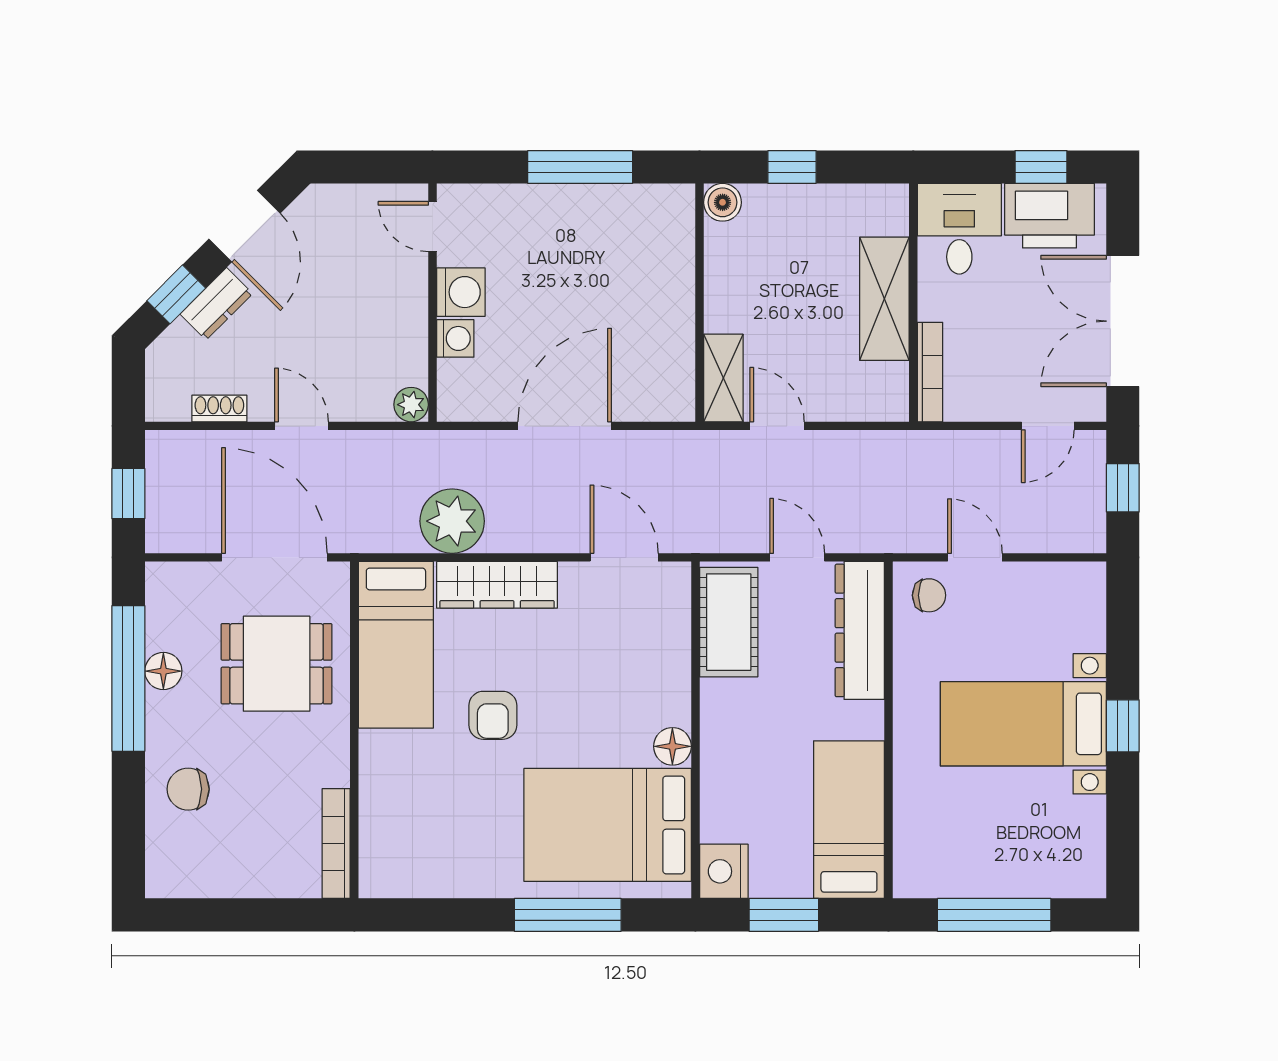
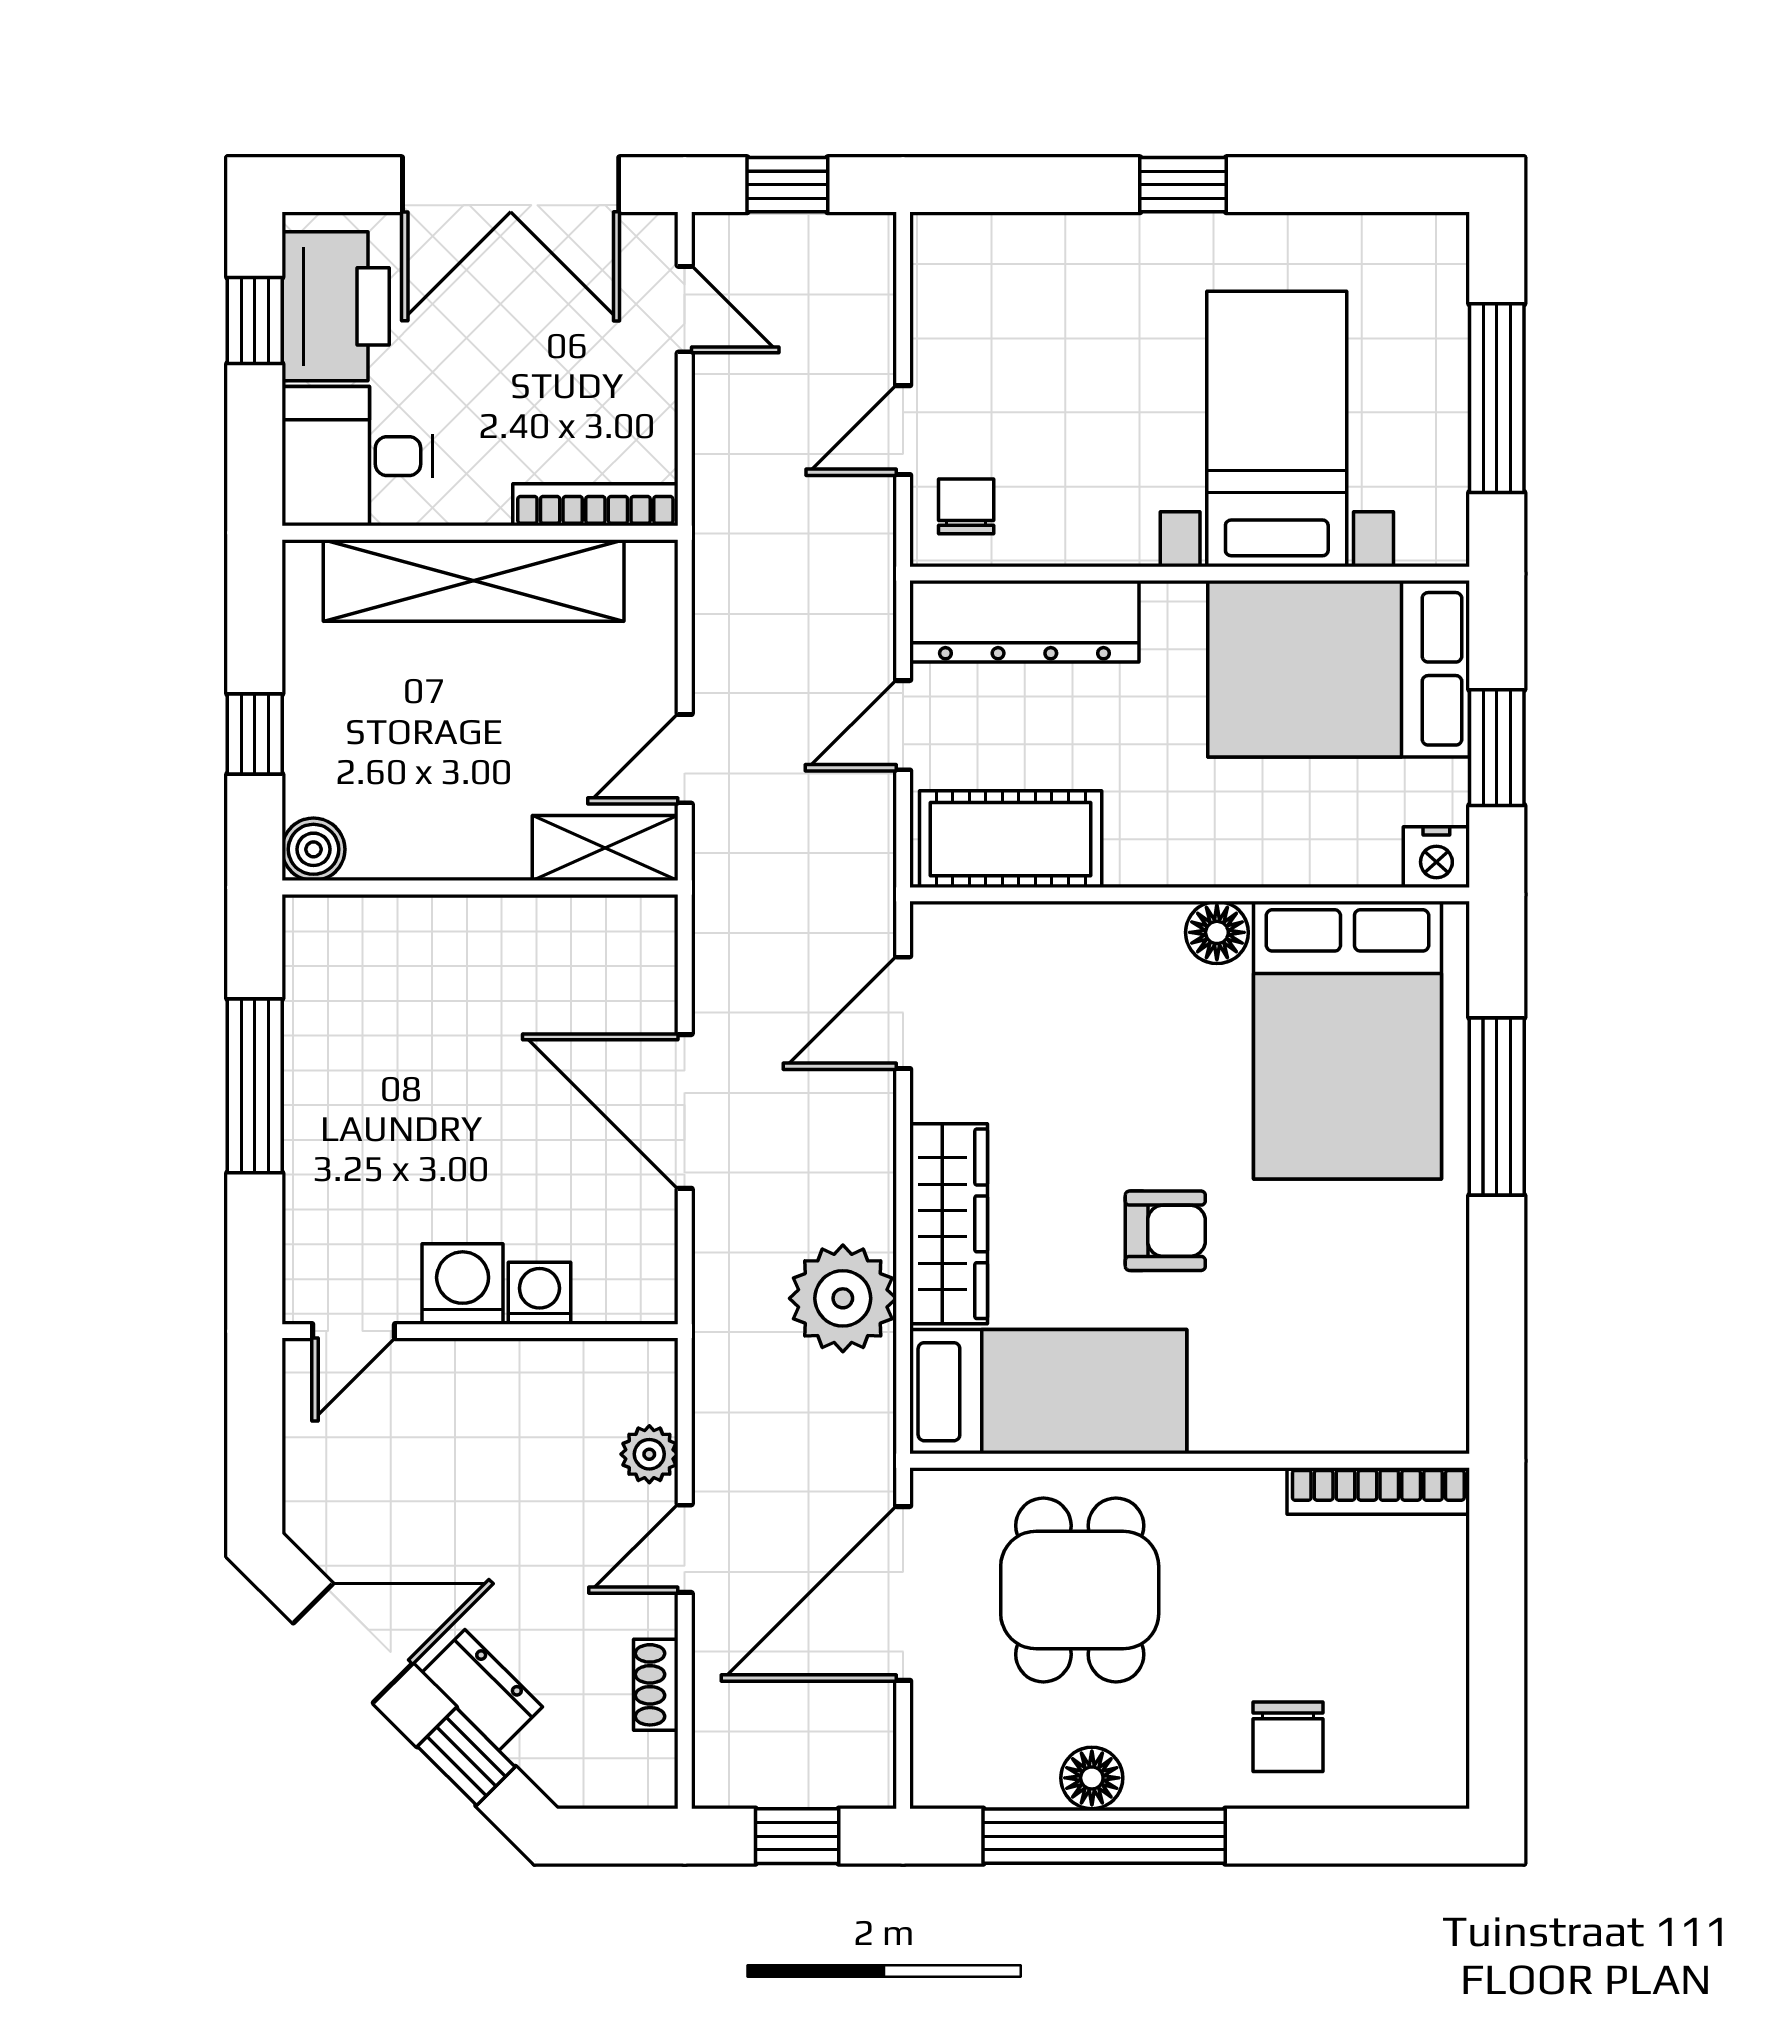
shelving: (884, 299) -> (474, 581), width x1.47
plant: (411, 405) -> (649, 1454), moved
bed with nightstands: (1023, 724) -> (1277, 429), moved, turned 180
bed: (849, 820) -> (1339, 669), width x1.50
nightstand: (724, 871) -> (1436, 857), width x0.74, depth x0.75

